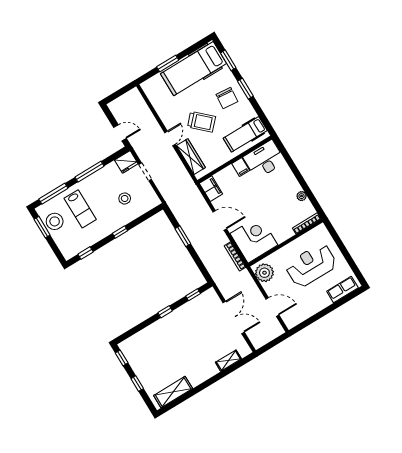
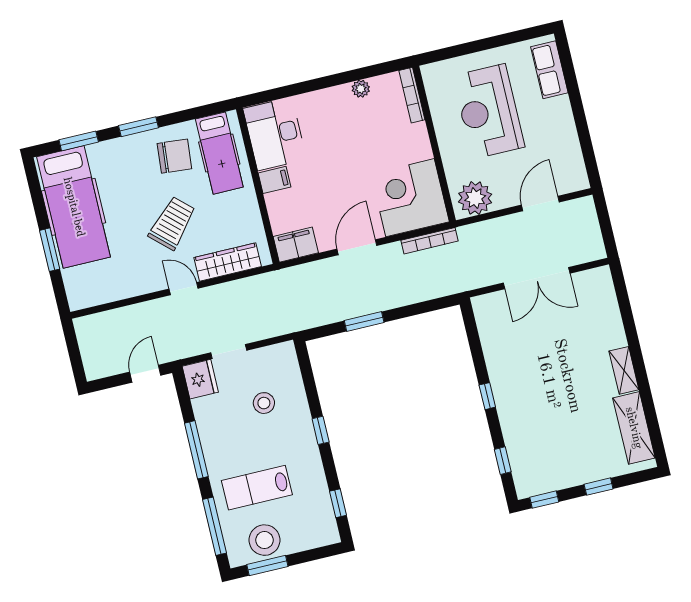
chair: (227, 98) -> (174, 156), moved
lab bench: (80, 209) -> (257, 488), turned 180
window: (193, 295) -> (503, 461), moved
double door: (234, 317) -> (537, 278), swing flipped
shelving: (228, 361) -> (624, 370), moved

